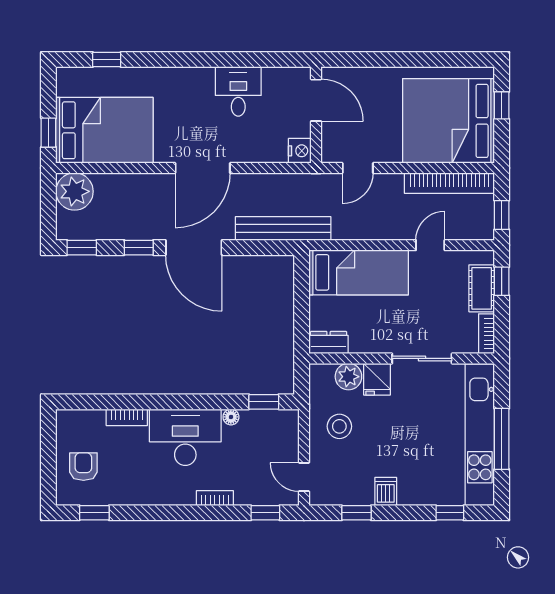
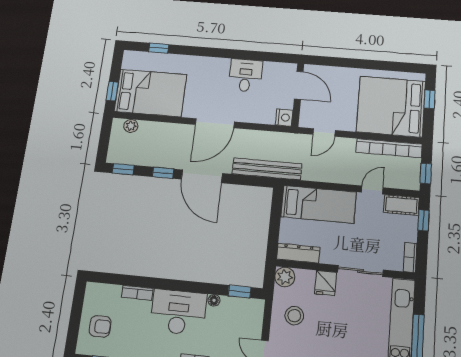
plant: (75, 191) -> (131, 126), width x0.53, depth x0.53
cot: (482, 288) -> (401, 205), moved, turned 90
dresser: (329, 343) -> (298, 253), width x1.44
plant: (348, 377) -> (285, 277), moved
armchair: (83, 467) -> (100, 326), turned 90

